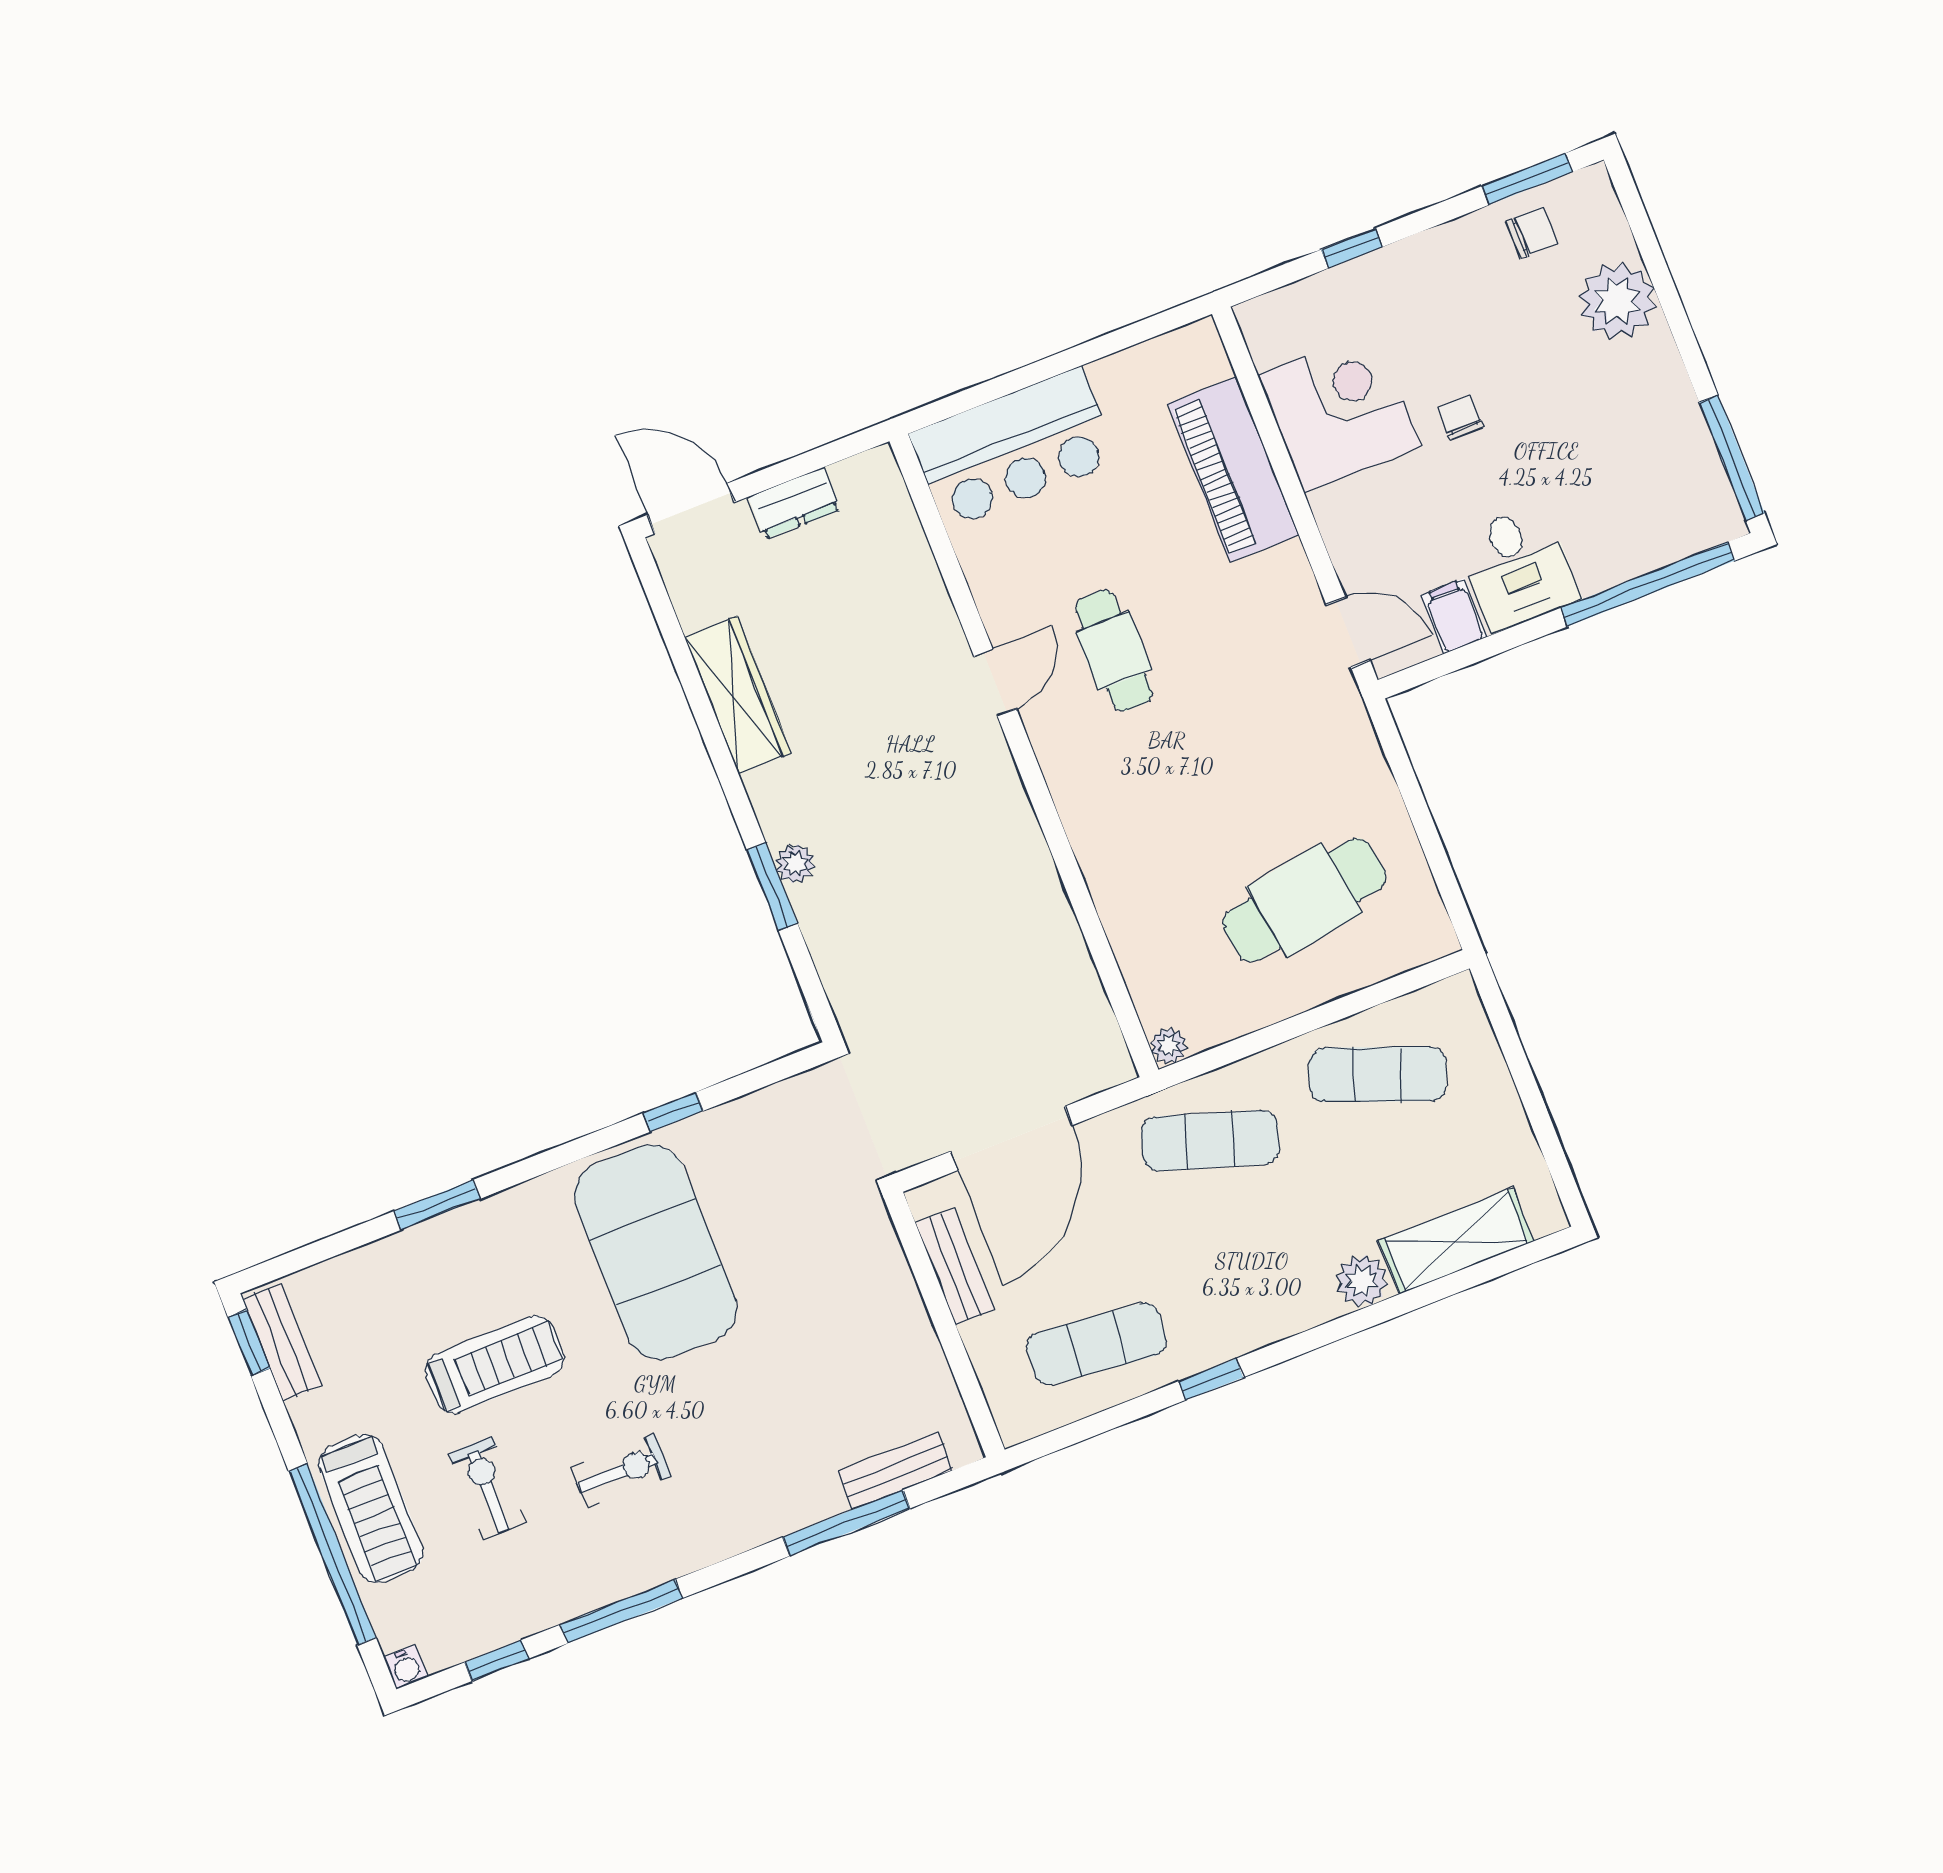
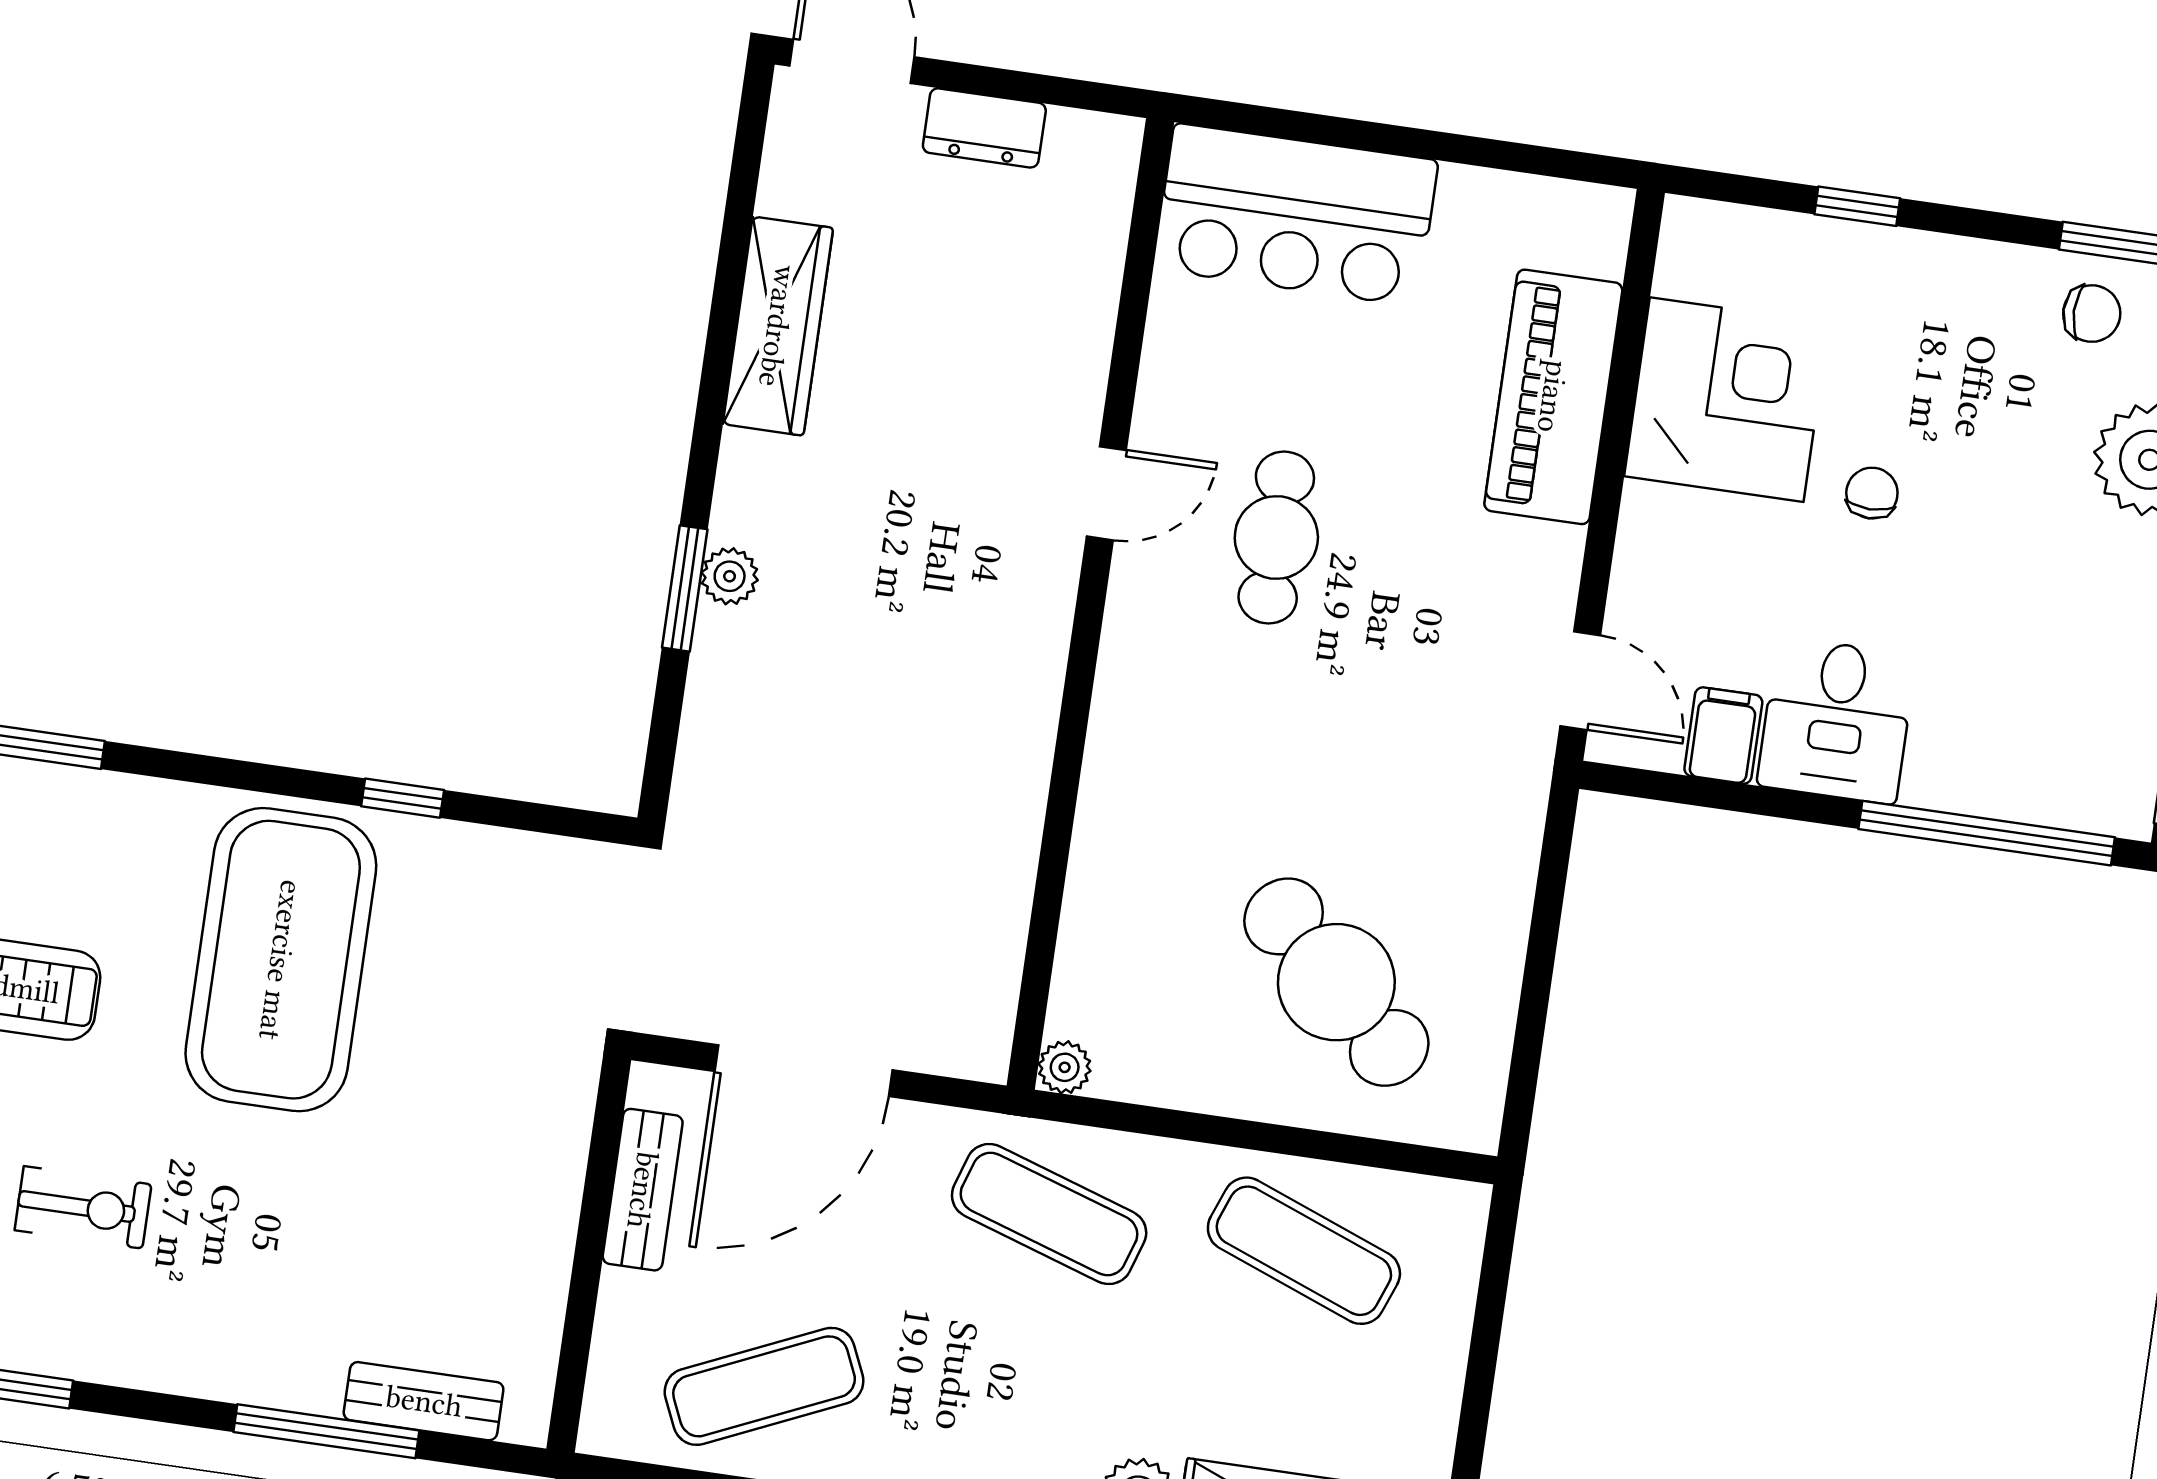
cafe table: (1304, 900) -> (1336, 982), turned 52
exercise mat: (1097, 1344) -> (764, 1386), turned -30

